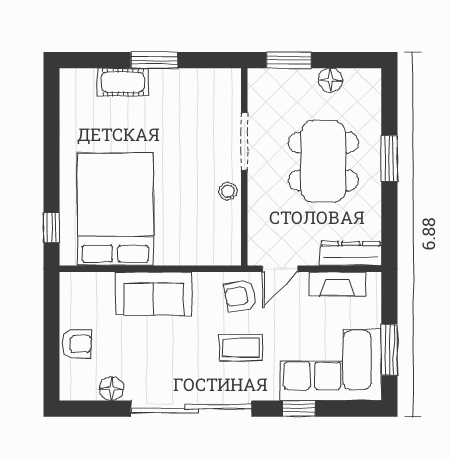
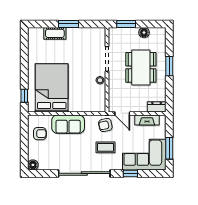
dresser: (351, 254) -> (157, 107), width x0.70
door: (280, 269) -> (122, 113), hinge flipped
armchair: (77, 344) -> (40, 134), moved
floor lamp: (112, 389) -> (33, 165), moved

